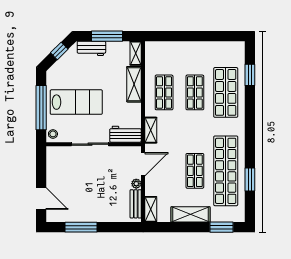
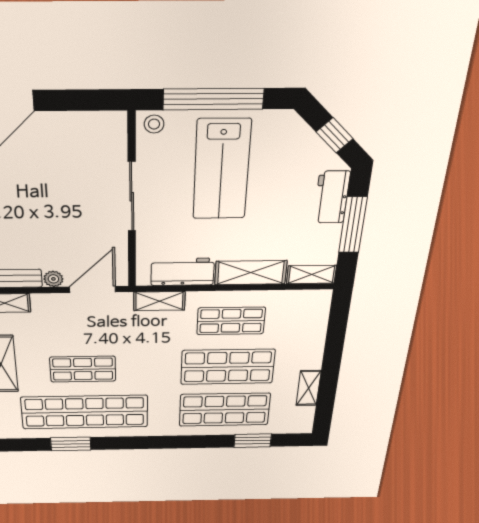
shelving: (211, 47) -> (308, 388), added
shop shelf: (195, 92) -> (228, 367), width x1.43, depth x1.36
workbench: (125, 134) -> (182, 272), moved, turned -90
door: (143, 164) -> (92, 289), swing flipped

